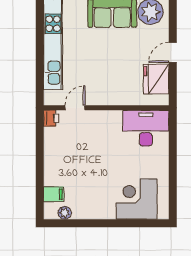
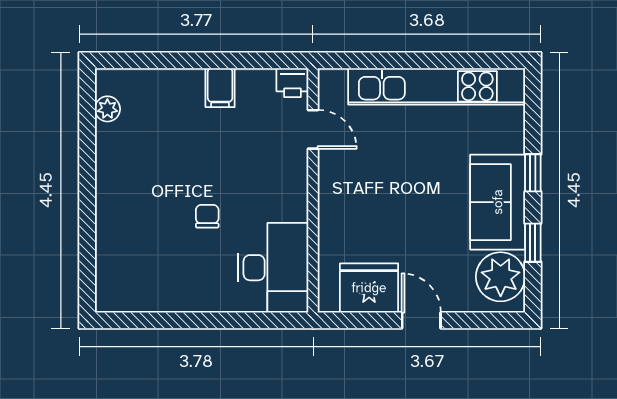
chair: (119, 162) -> (207, 216), added
filing cabinet: (54, 194) -> (220, 88), moved
corner desk: (137, 199) -> (135, 250), removed

